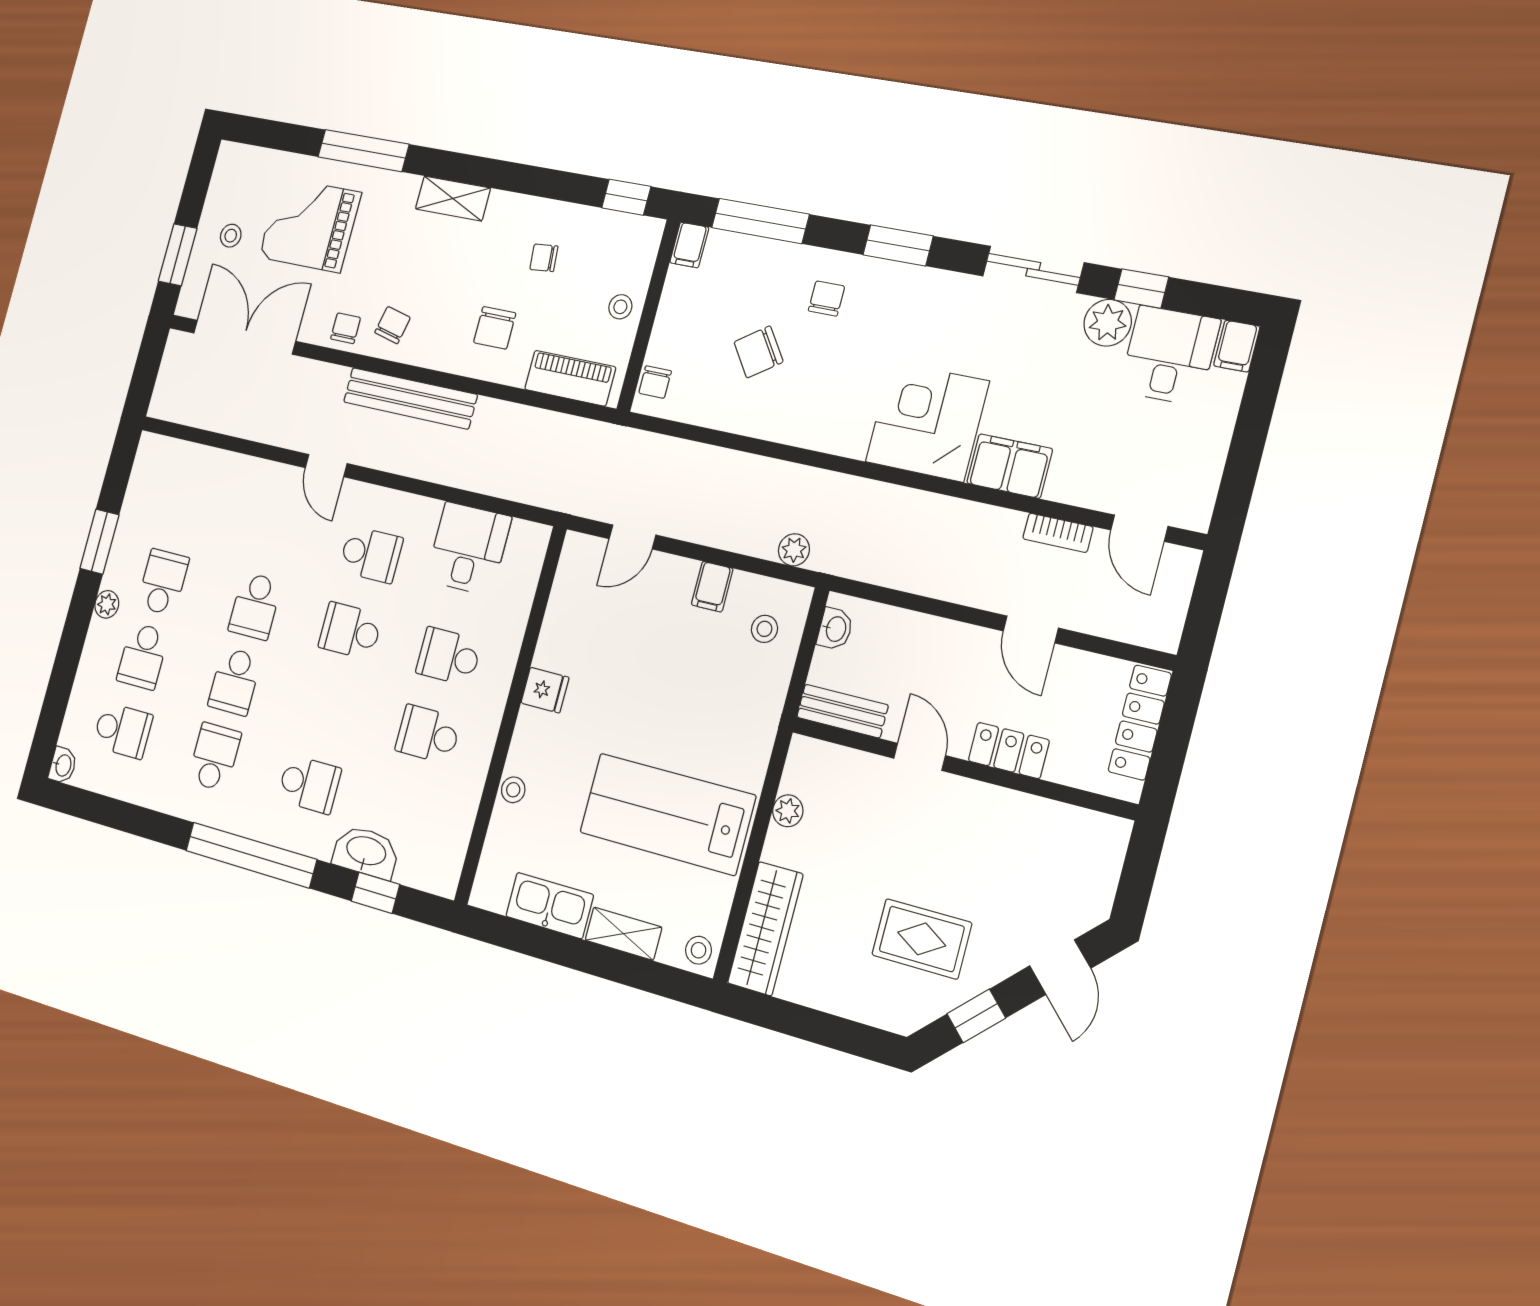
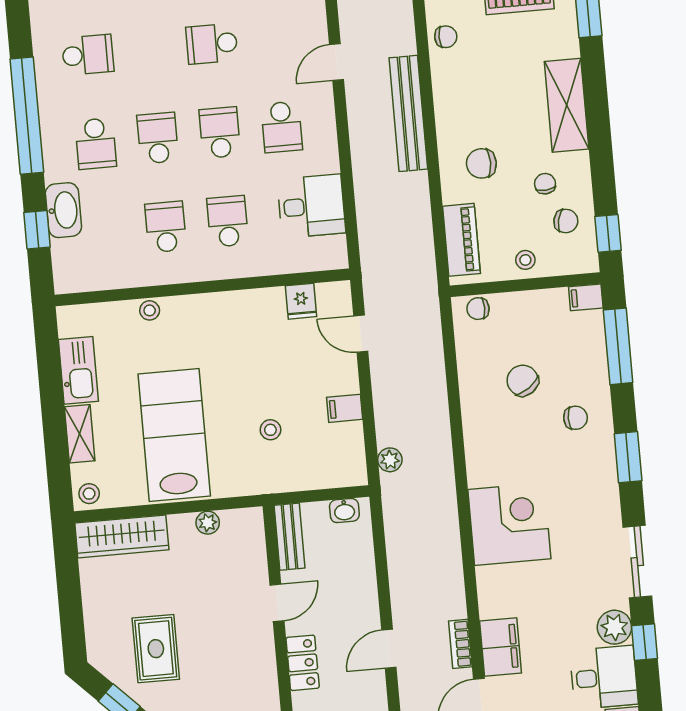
shelving: (453, 198) -> (567, 105), width x1.50, depth x1.33
chair: (393, 325) -> (566, 221), moved
filing cabinet: (1010, 466) -> (501, 647), moved
stool: (764, 629) -> (270, 430), moved
school desk: (235, 681) -> (158, 138), moved, turned 90
fridge: (545, 690) -> (301, 301), moved

